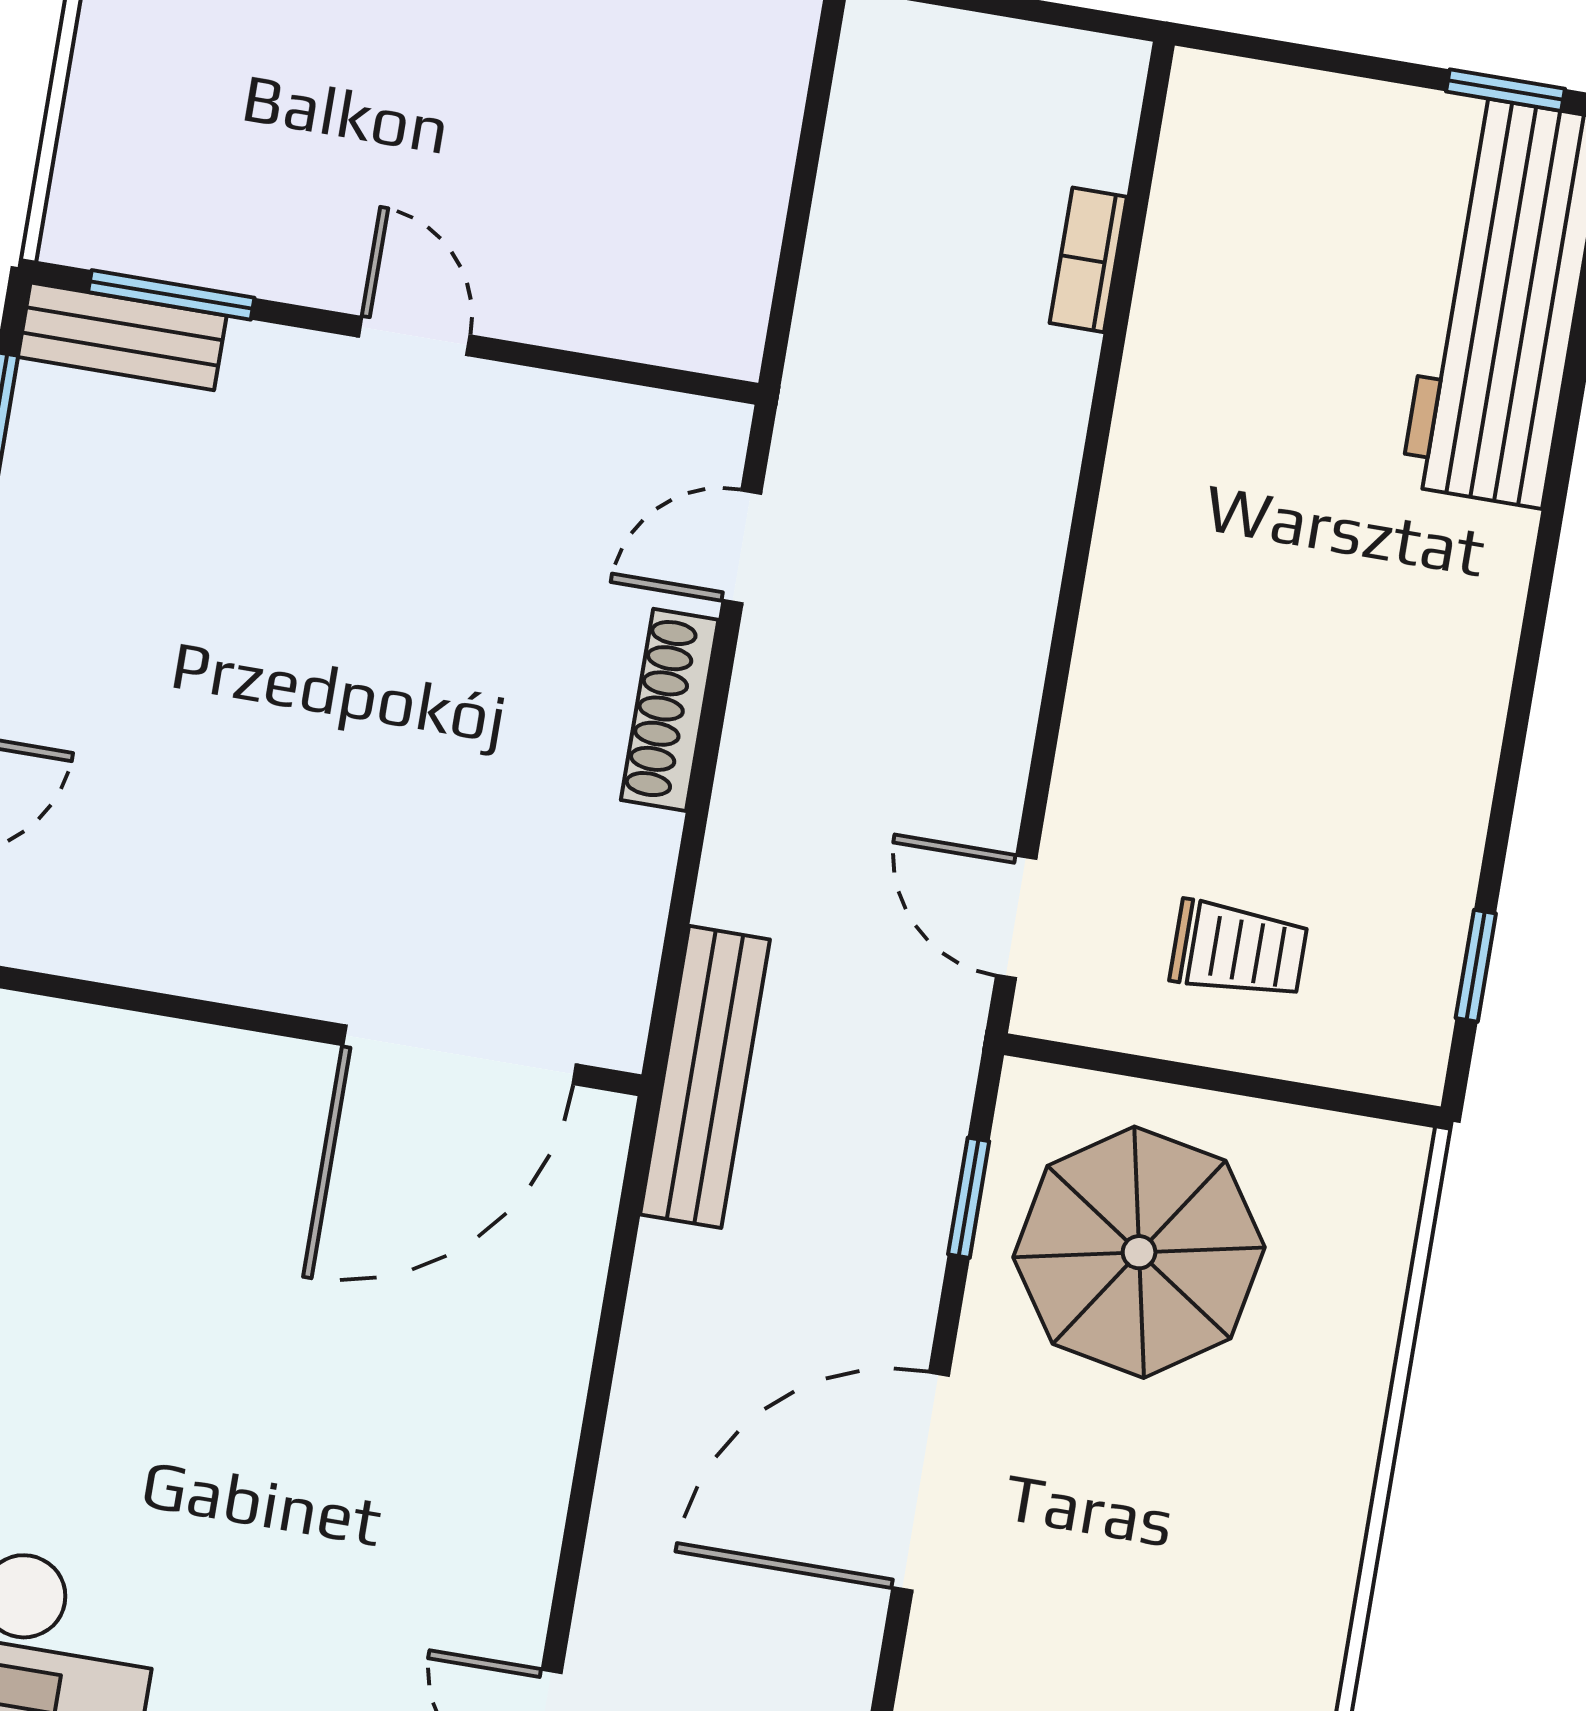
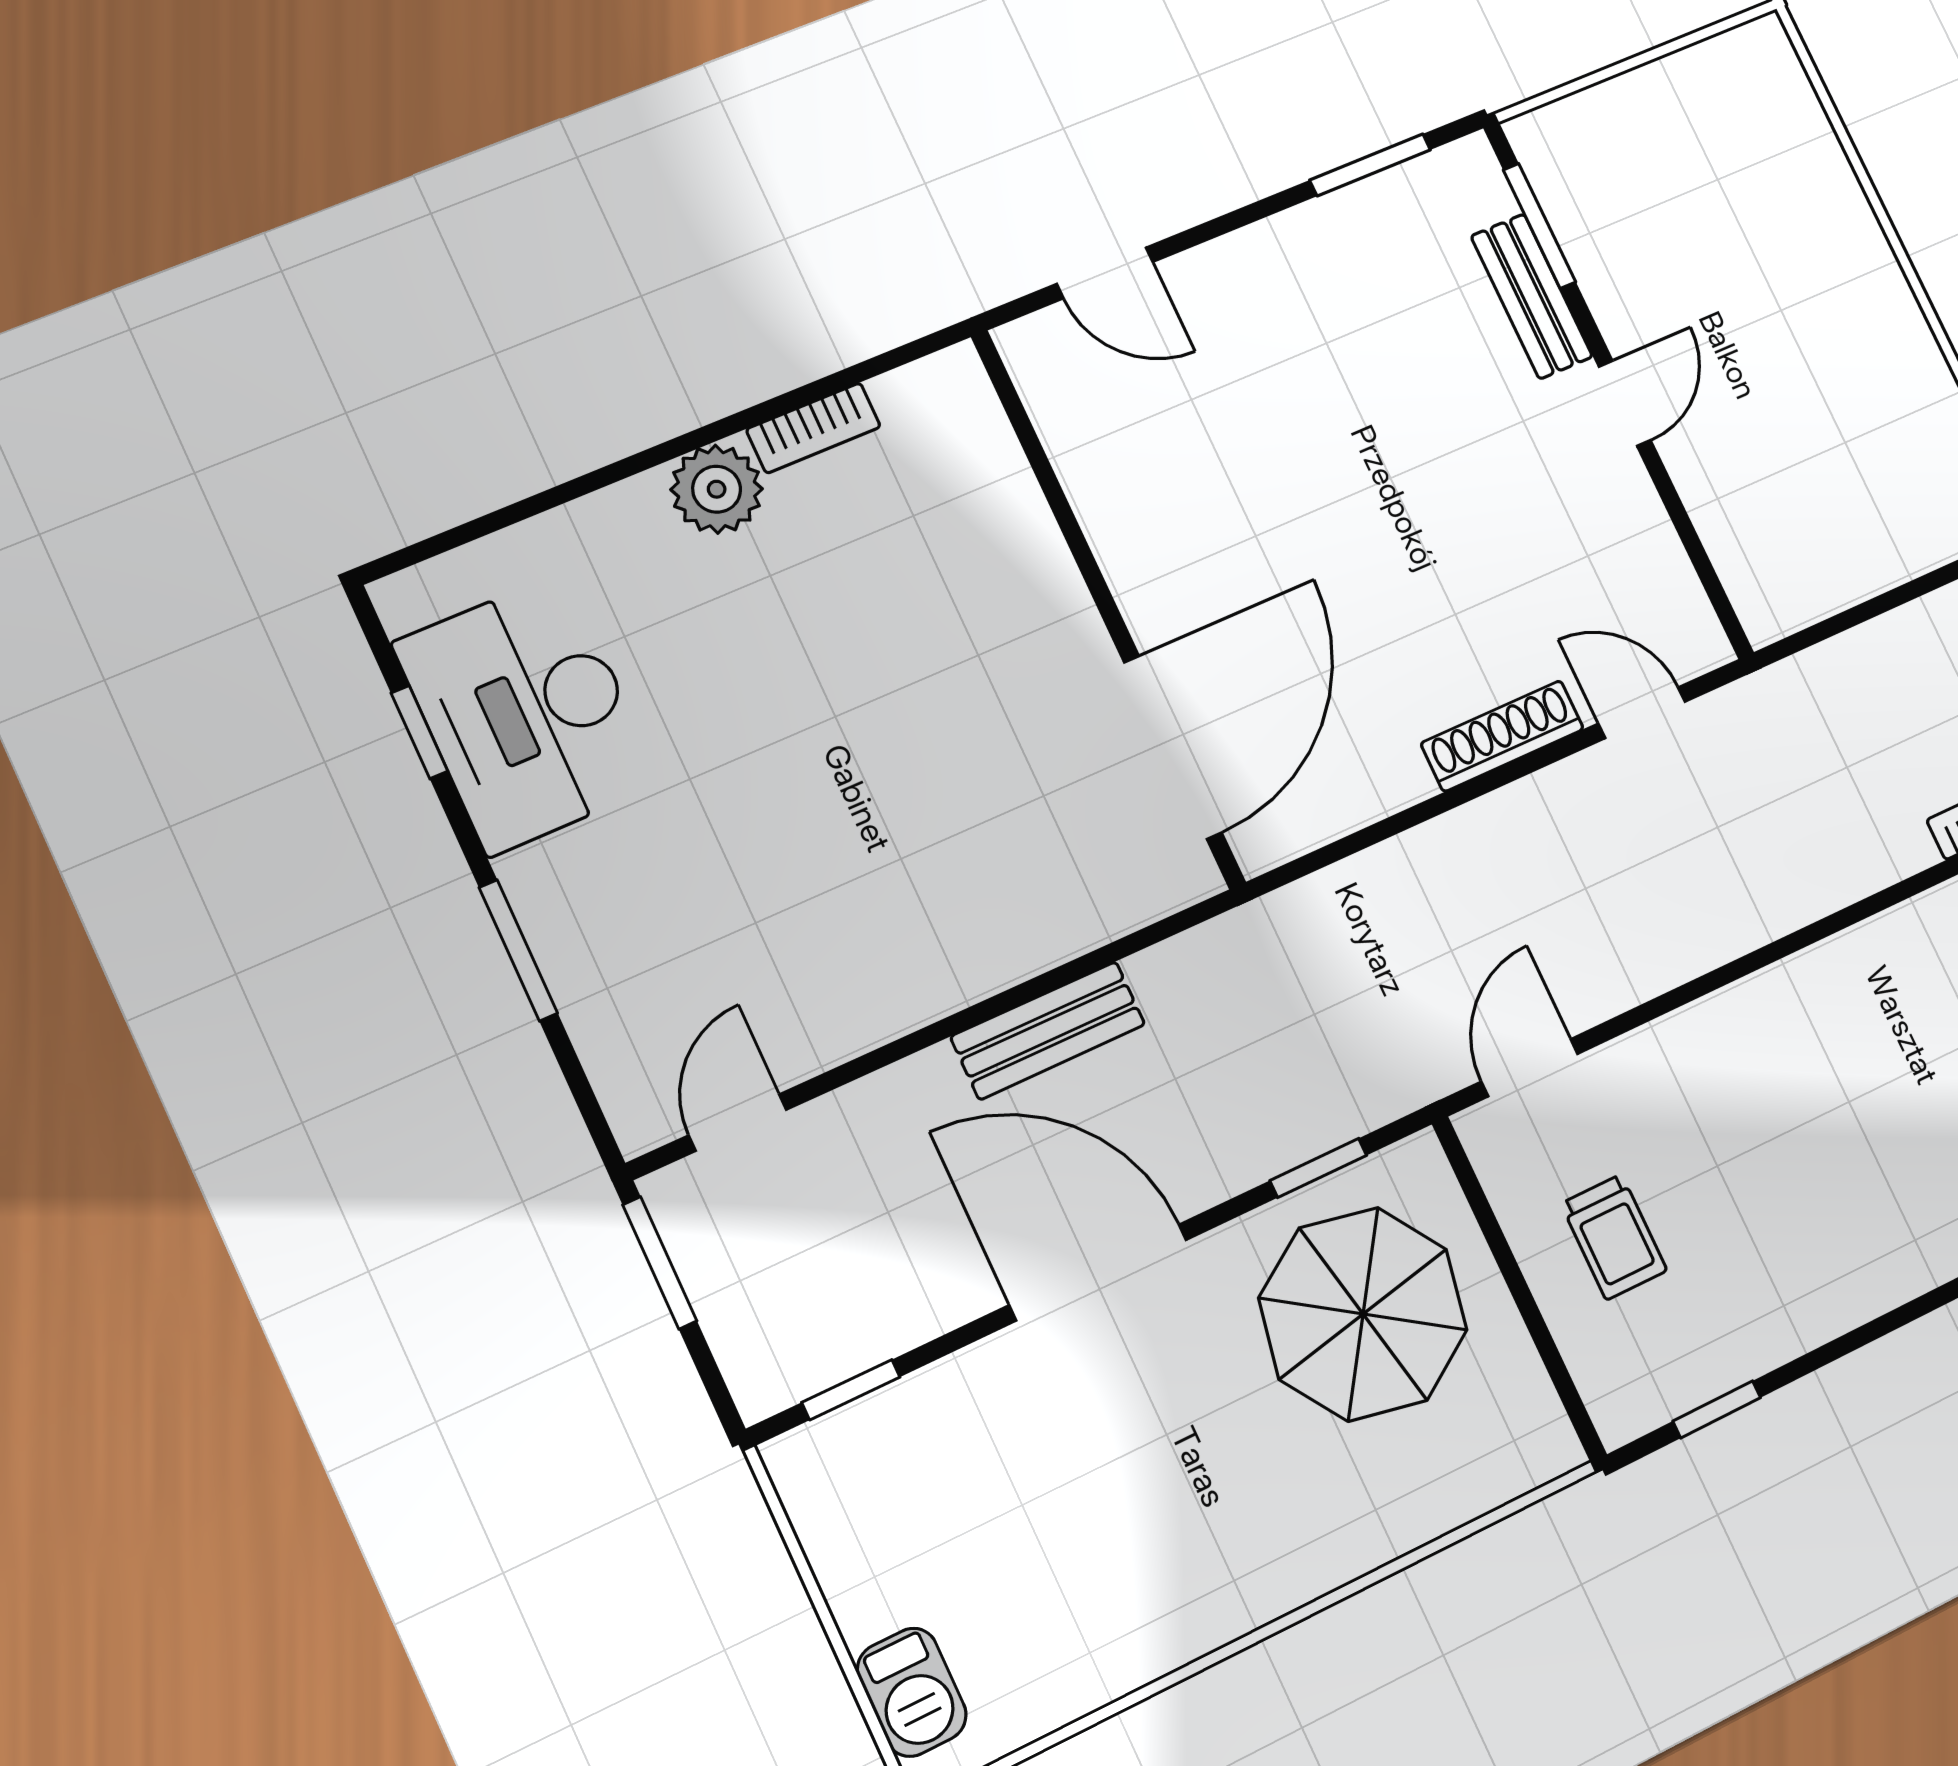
bench: (122, 336) -> (1532, 296), moved
door: (459, 1055) -> (1173, 747), swing flipped
bench: (705, 1077) -> (1048, 1031), moved, width x0.73

